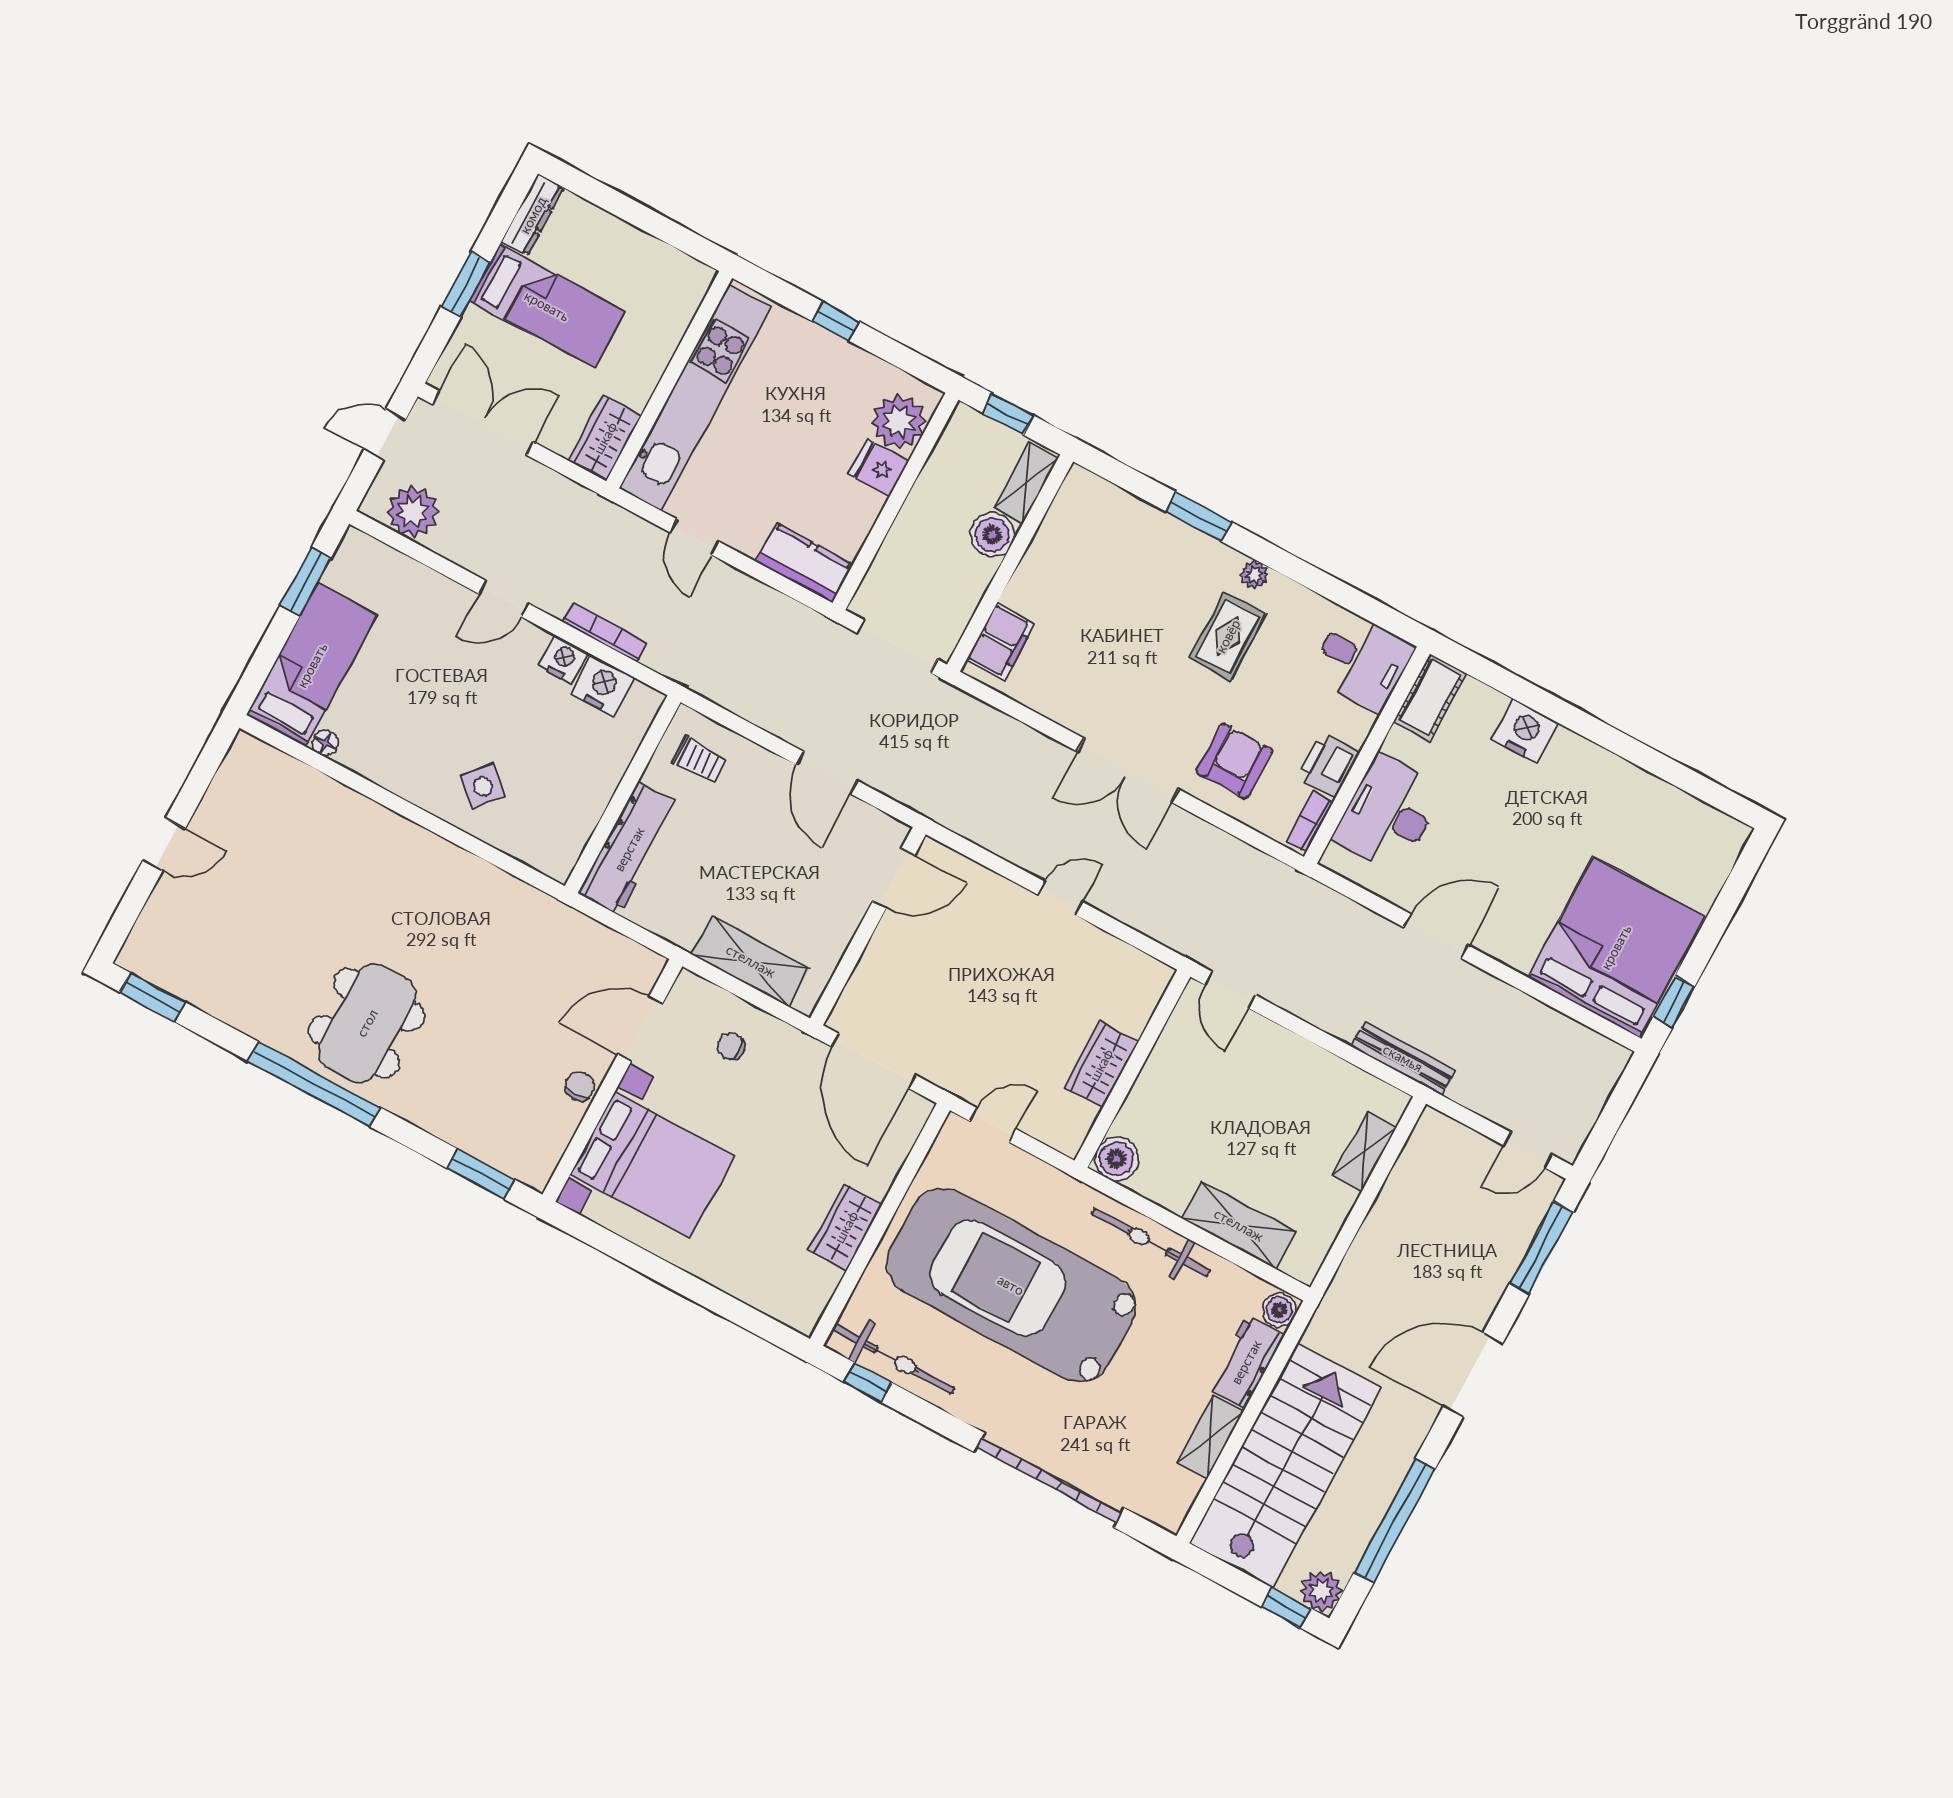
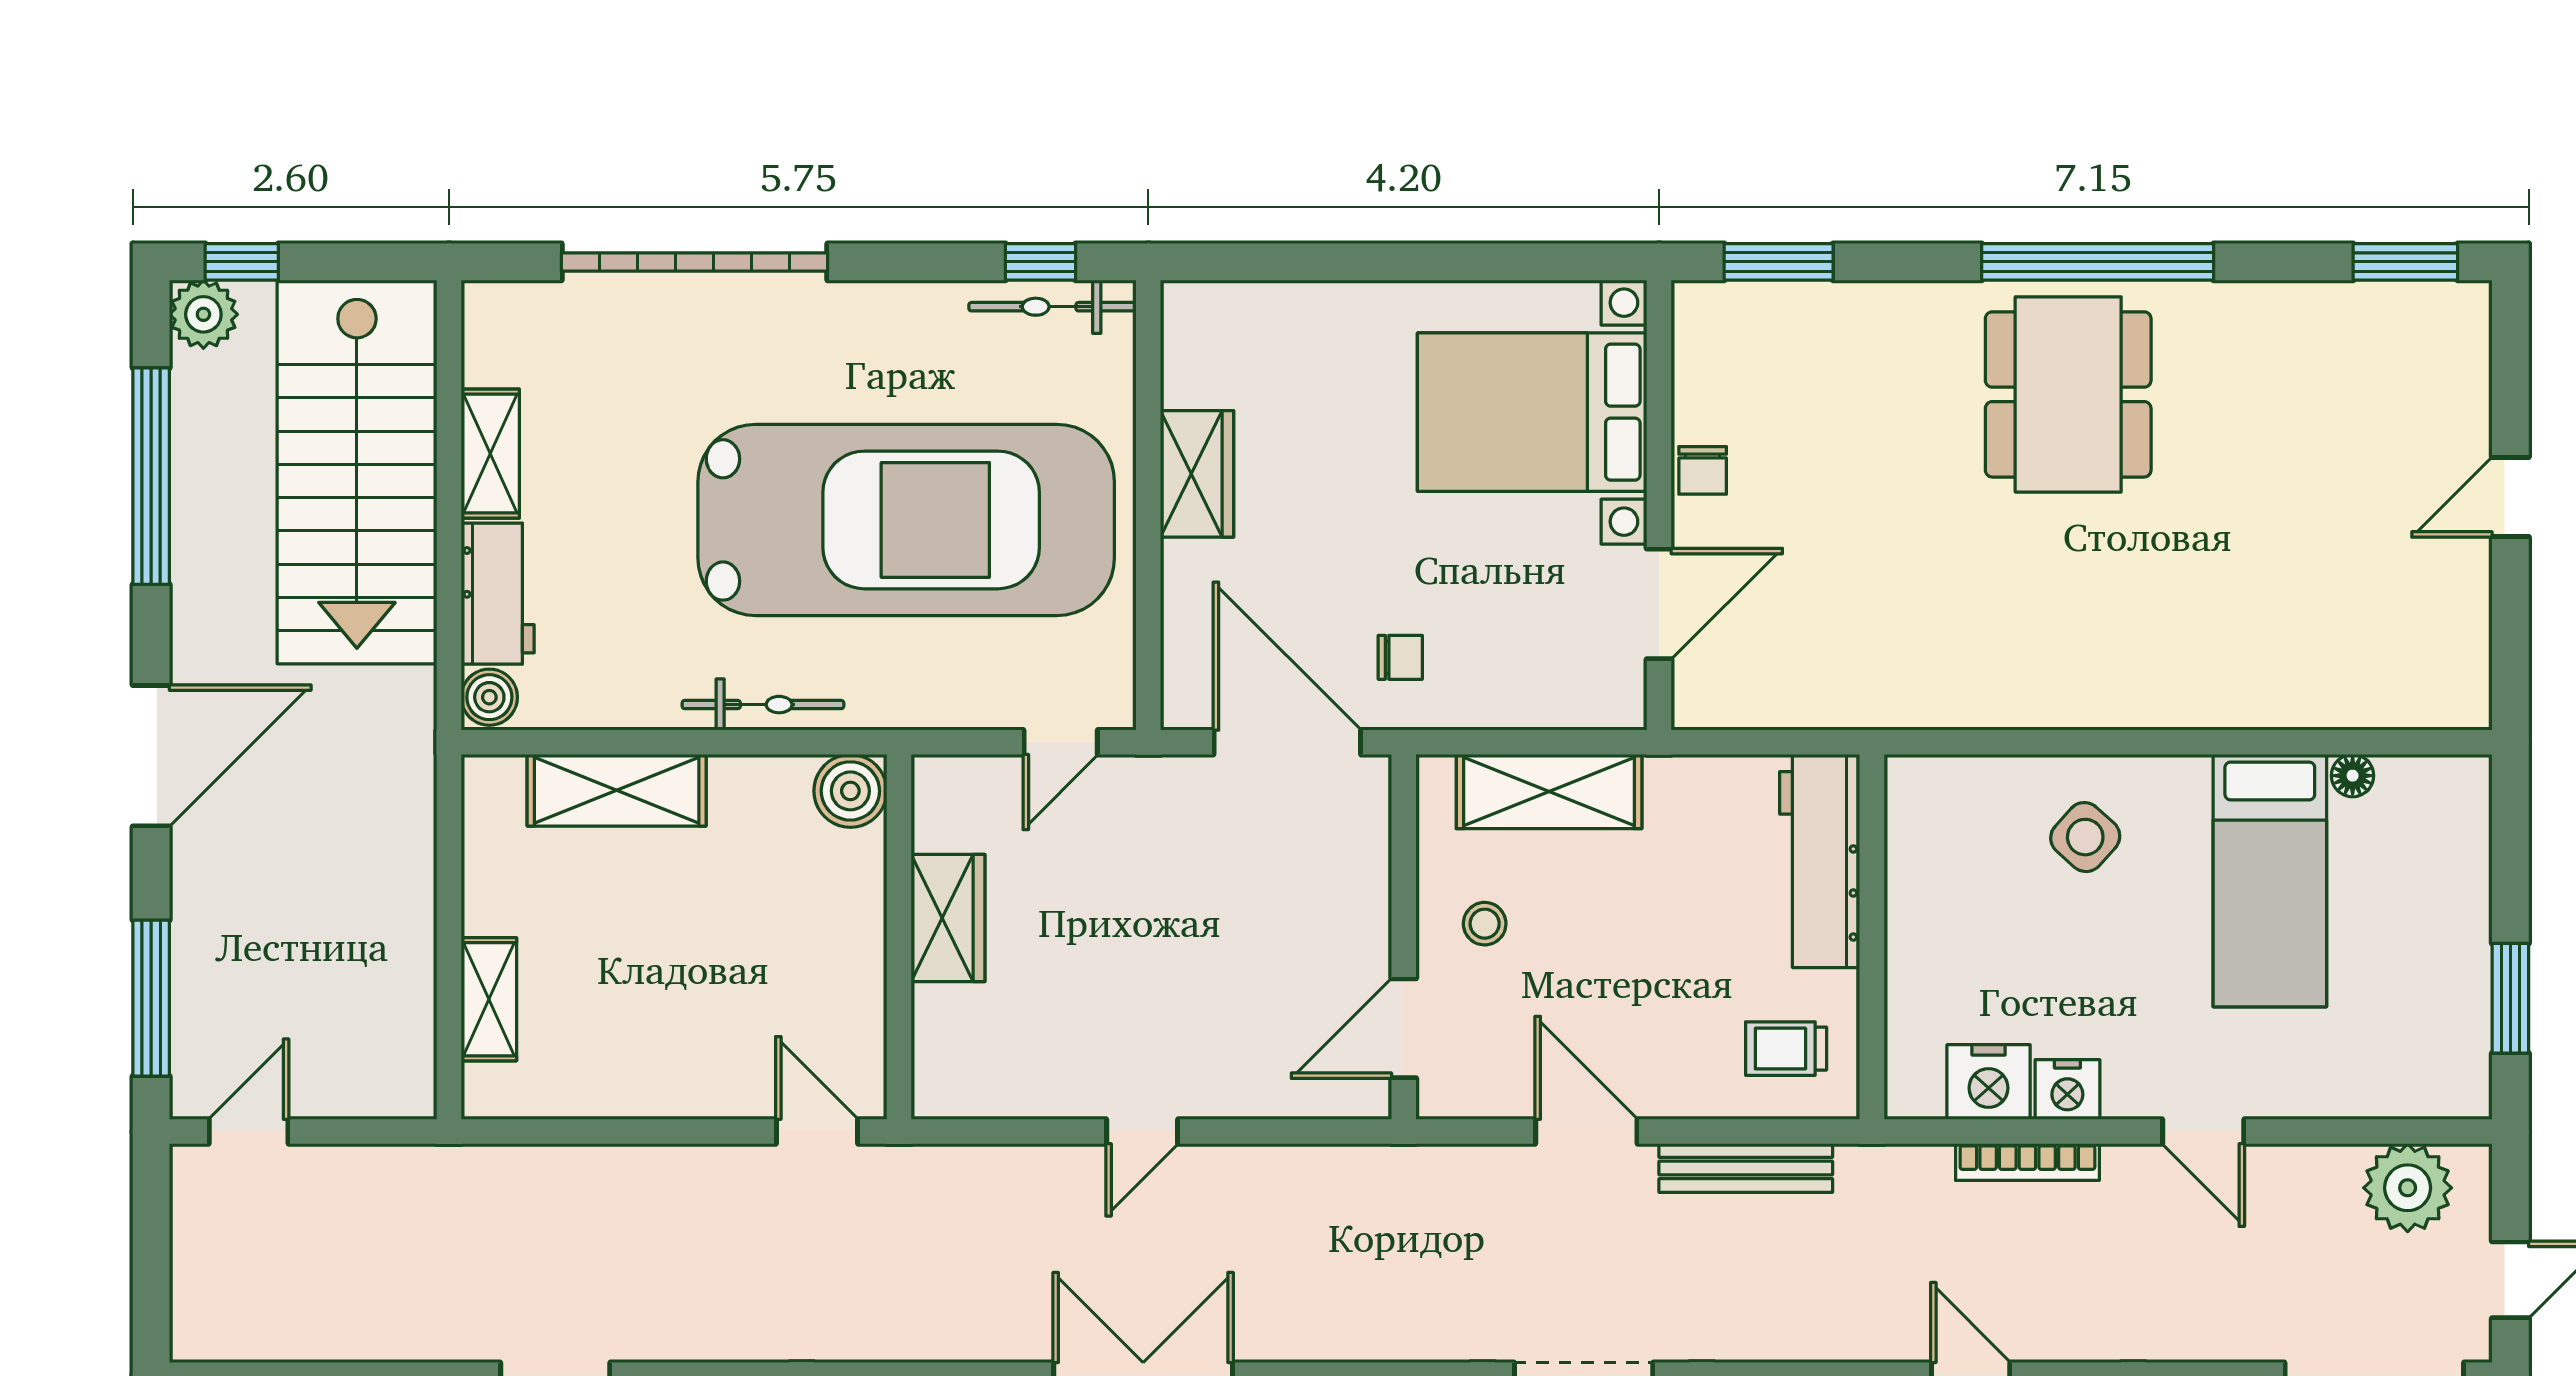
door: (504, 599) -> (2203, 1131), swing flipped
bed: (312, 665) -> (2270, 881), moved
stool: (822, 910) -> (1485, 924), added
chair: (731, 1047) -> (1400, 657), moved
bench: (1403, 1058) -> (1746, 1168), moved
bicycle: (1151, 1243) -> (763, 705), width x0.73, depth x0.71
bicycle: (893, 1359) -> (1052, 307), width x0.73, depth x0.71

